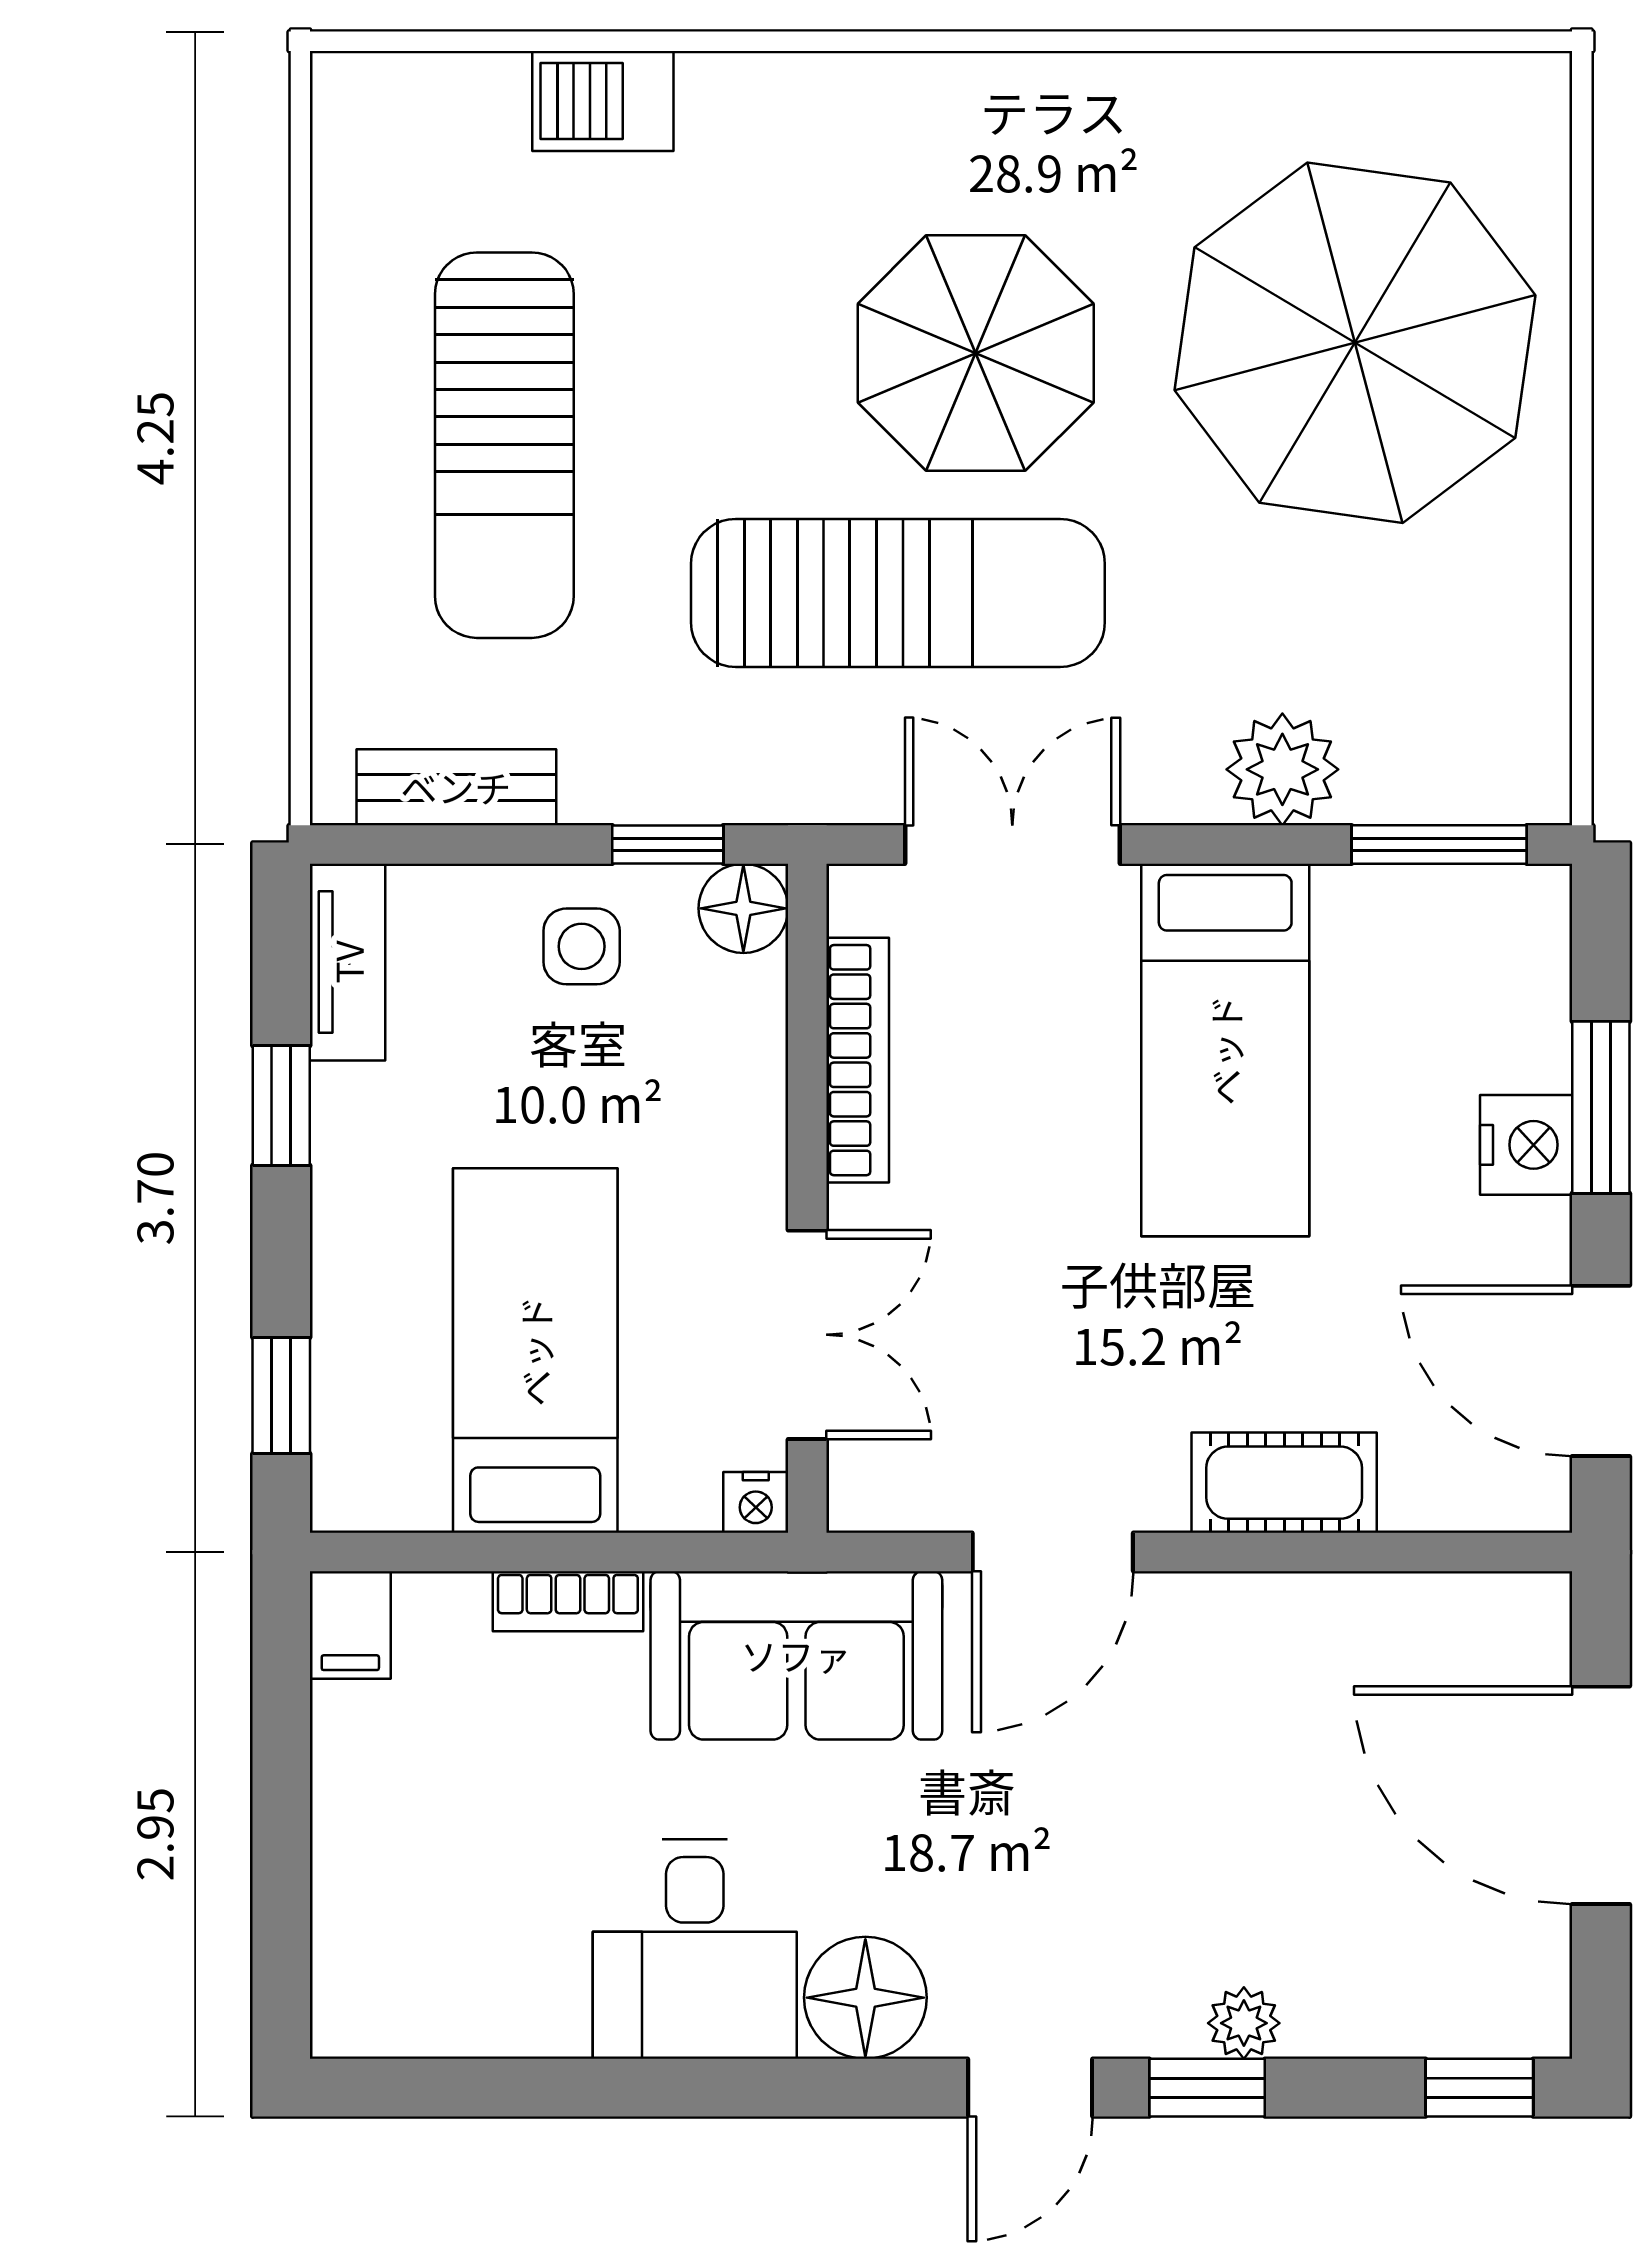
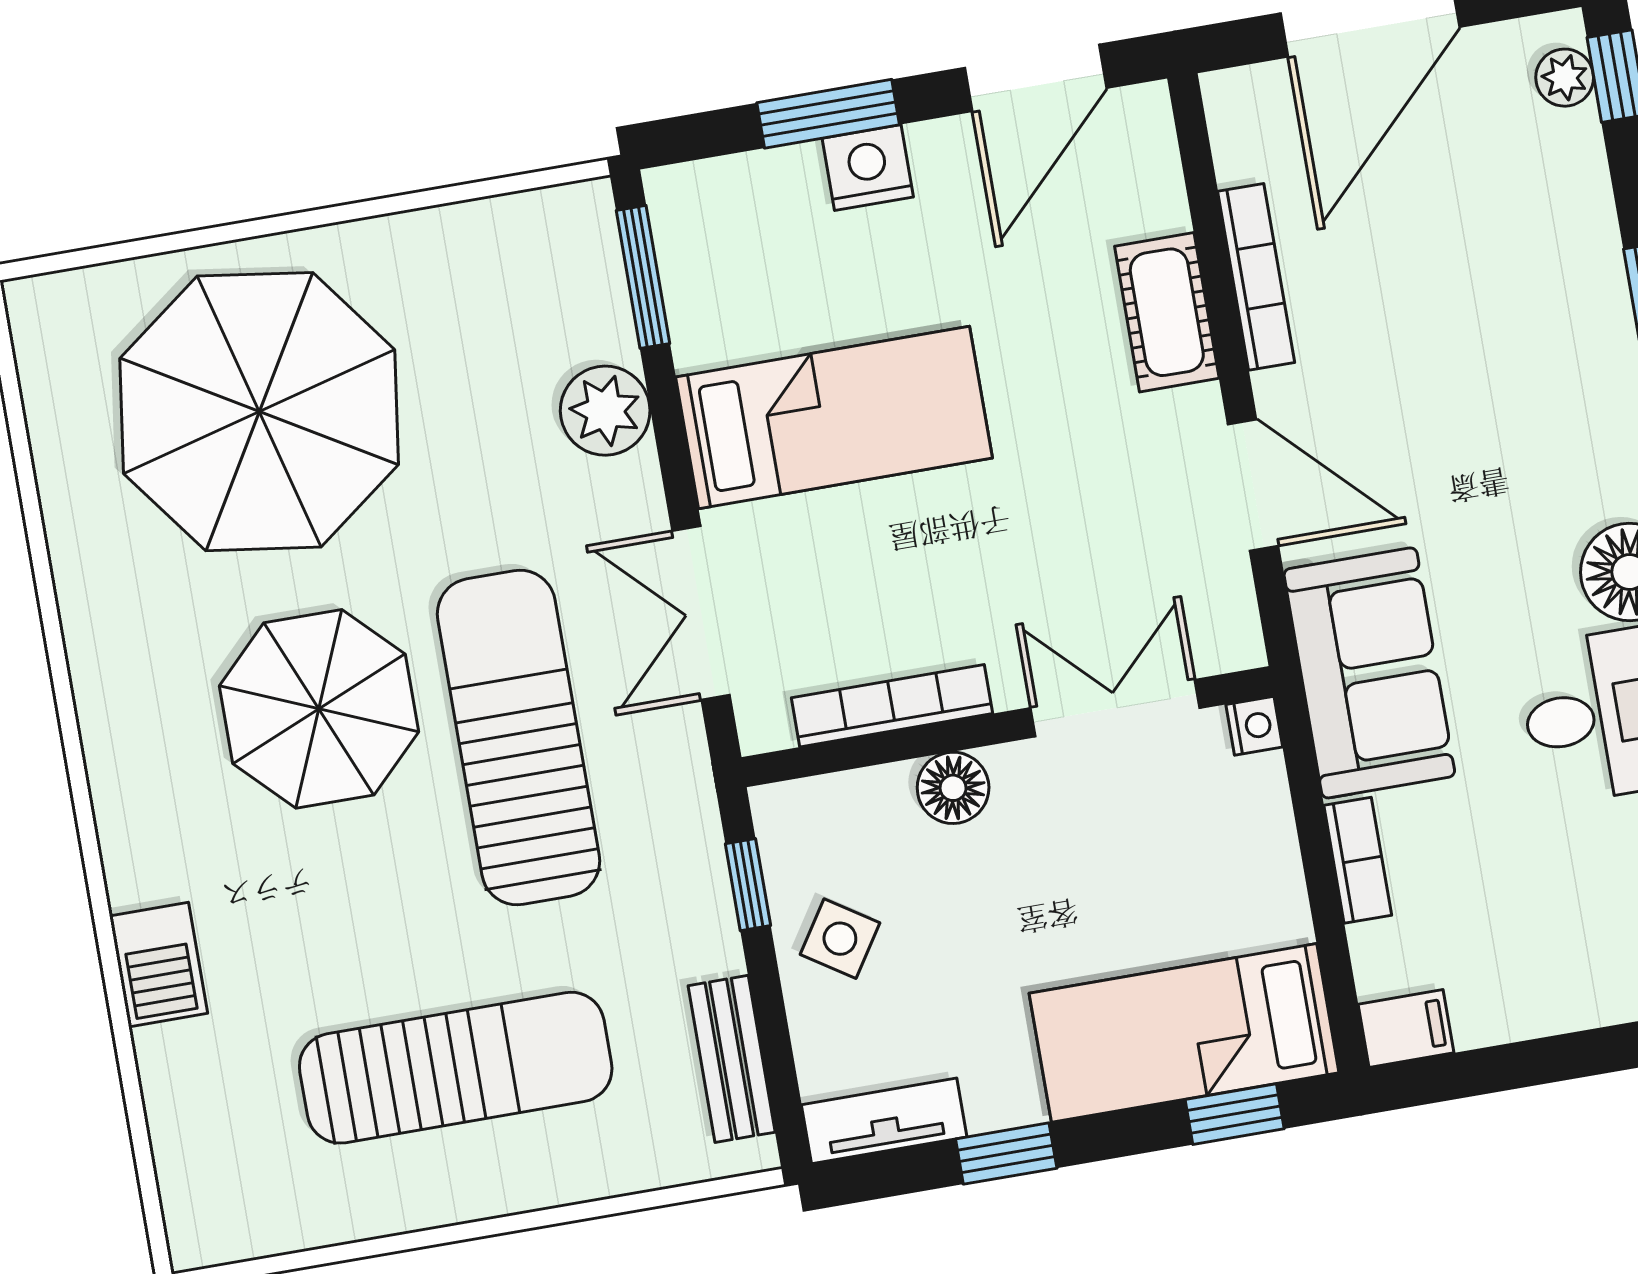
barbecue: (603, 101) -> (159, 965), moved
floor lamp: (743, 908) -> (953, 788), moved
side table: (582, 946) -> (840, 939), turned 33
bed: (535, 1351) -> (1184, 1033), moved
bookcase: (1309, 1600) -> (1256, 277), added
plant: (1244, 2023) -> (1565, 78), moved

